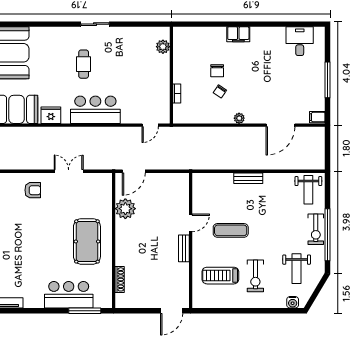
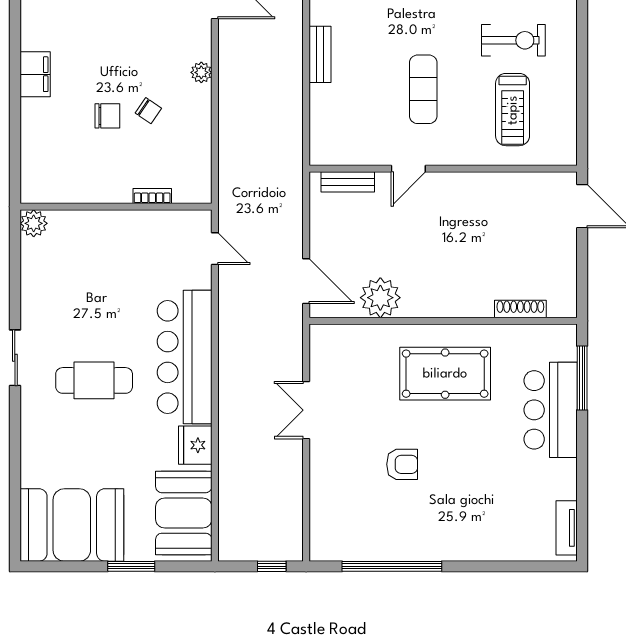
plant: (163, 47) -> (34, 223), moved
cafe table: (84, 64) -> (94, 380), width x1.37, depth x1.35
bar counter: (95, 110) -> (185, 357), width x1.36
armchair: (33, 190) -> (402, 464), moved, turned 90
door: (191, 223) -> (408, 169), swing flipped
bench: (184, 248) -> (348, 182), moved

